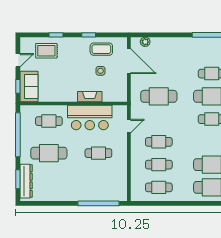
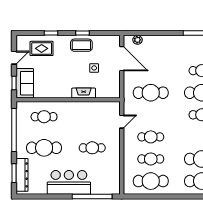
coffee table: (101, 49) -> (81, 45), moved
bar counter: (90, 117) -> (69, 182), moved, turned 180
cafe table: (159, 187) -> (151, 181), width x1.37, depth x1.35

